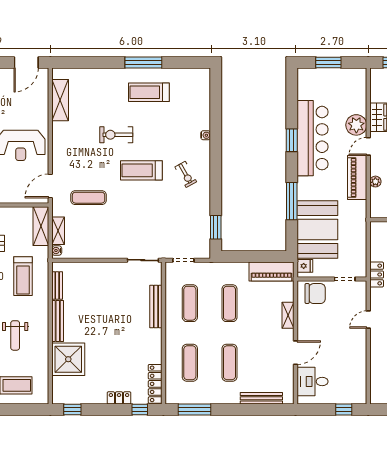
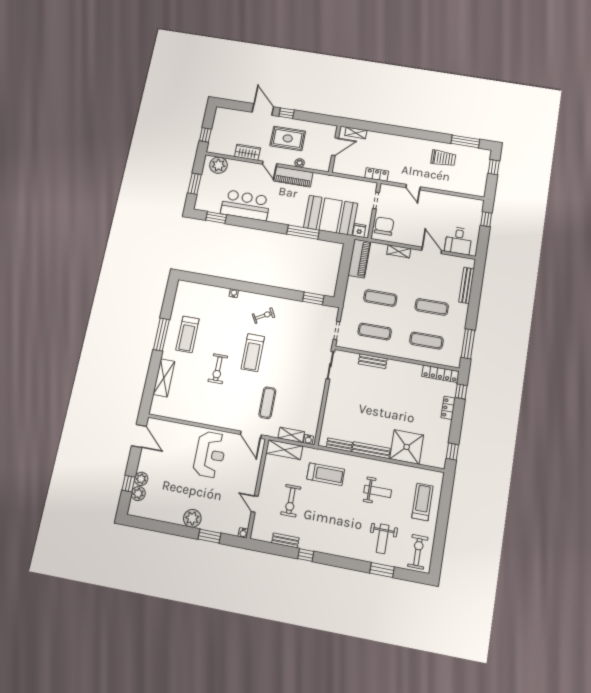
shelving: (60, 100) -> (164, 378), moved, turned 90
plant: (356, 125) -> (218, 165), moved
bar counter: (313, 138) -> (246, 205), width x0.73
window: (292, 140) -> (216, 218), moved
bench: (156, 307) -> (373, 361), width x0.73

